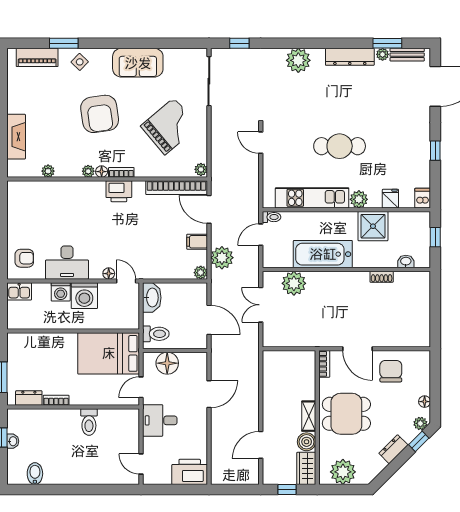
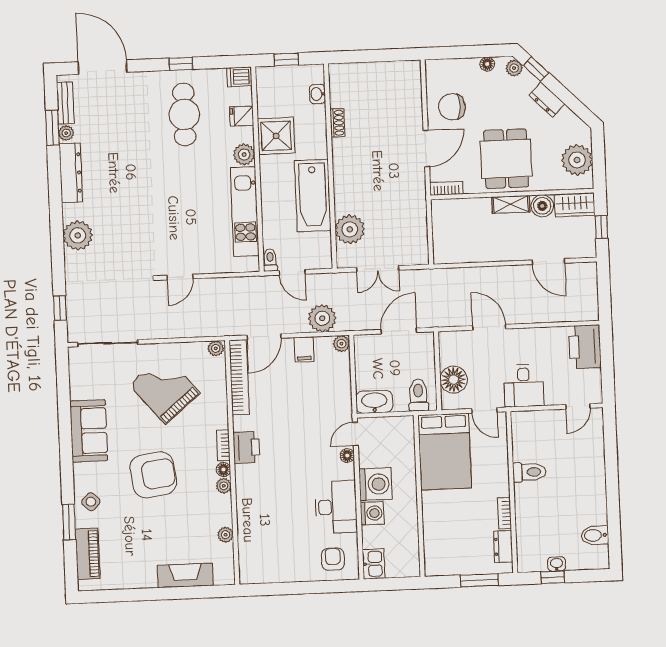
cafe table: (340, 146) -> (184, 114), moved

